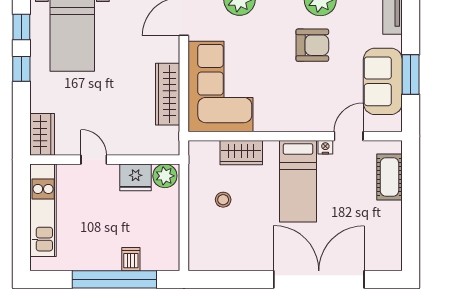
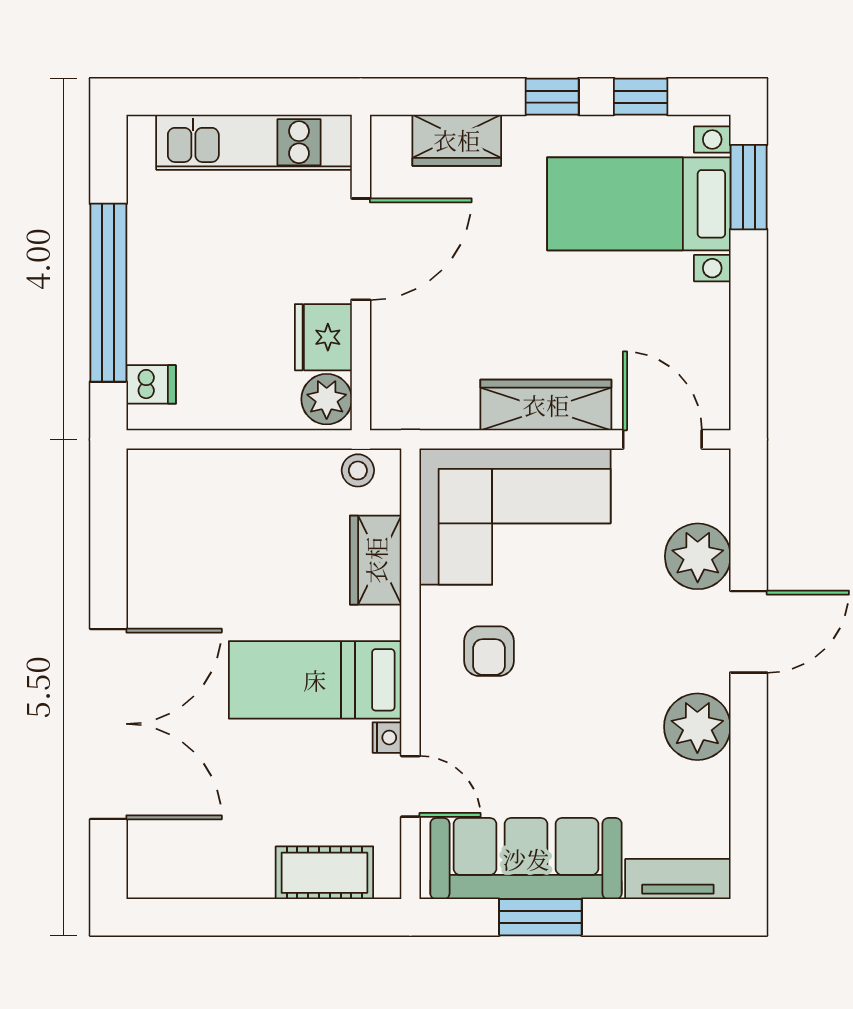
armchair: (312, 45) -> (489, 651), moved, width x0.72, depth x0.72
sofa: (383, 81) -> (526, 859), width x1.36
wardrobe: (168, 94) -> (546, 405), moved
wardrobe: (42, 134) -> (457, 140), moved
door: (94, 160) -> (361, 249), width x1.87
stool: (223, 200) -> (358, 470), moved
dishwasher: (131, 259) -> (151, 384), moved

